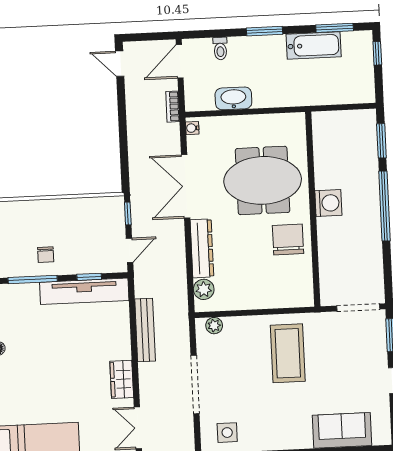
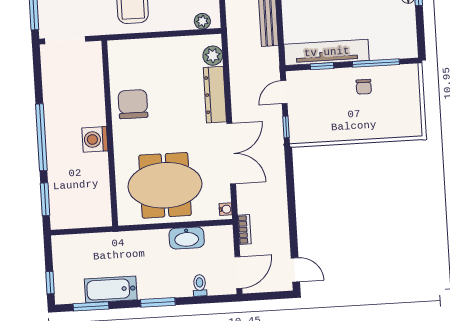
meeting table: (263, 180) -> (165, 185), moved
chair: (288, 239) -> (133, 104), turned 180
chair: (46, 255) -> (364, 87), turned 180

